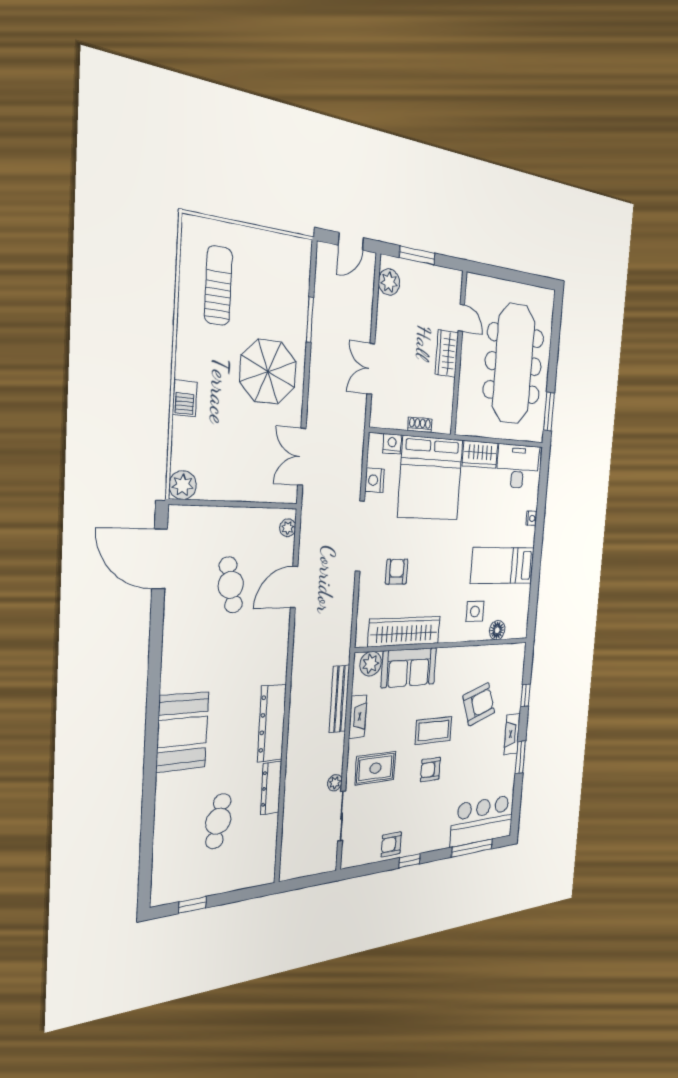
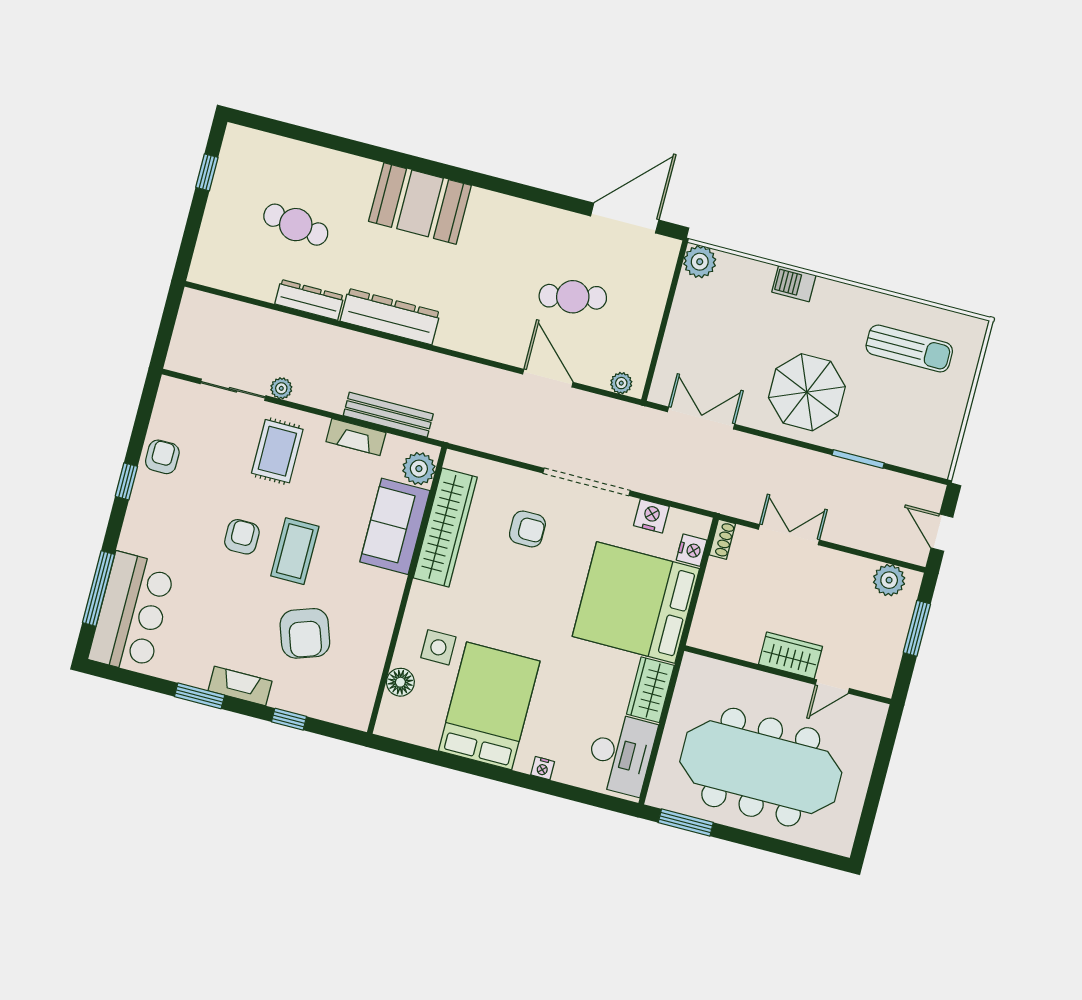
shoe rack: (420, 425) -> (722, 539), moved
bed: (503, 566) -> (489, 706), width x1.50

